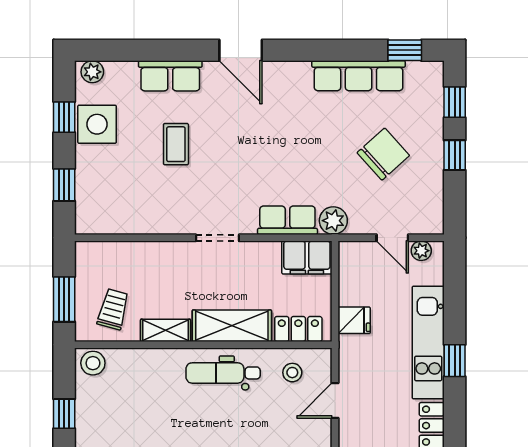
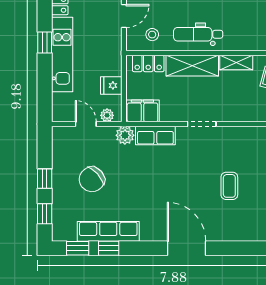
door: (241, 50) -> (186, 248), width x1.36
window: (358, 50) -> (109, 248), added
row of seats: (170, 76) -> (233, 231), removed
plant: (421, 251) -> (107, 115), moved
fridge: (354, 320) -> (111, 85), moved
dental chair: (223, 373) -> (198, 34), turned 180

